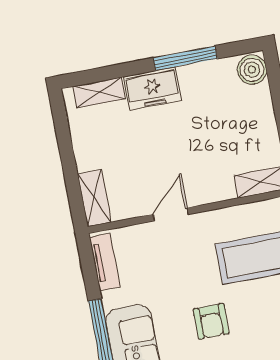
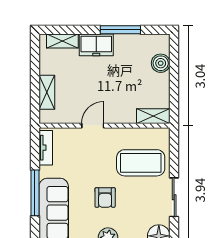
boiler: (252, 70) -> (161, 63), moved
shelving: (94, 198) -> (47, 92), moved

